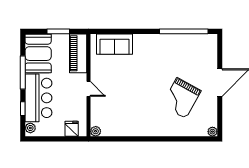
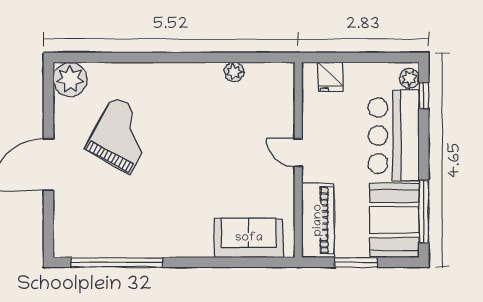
window: (23, 72) -> (424, 211), moved
window: (23, 109) -> (424, 96), moved
plant: (96, 131) -> (234, 72), moved
plant: (212, 132) -> (70, 79), width x1.88, depth x1.88

